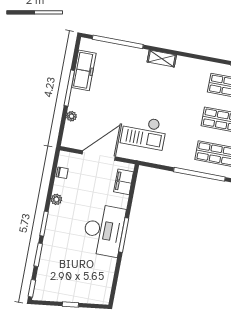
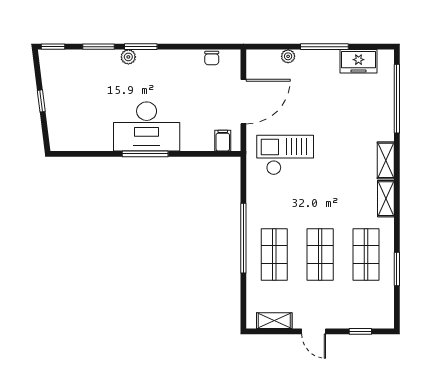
shelving: (190, 64) -> (386, 199), added
freezer: (84, 70) -> (359, 61), width x0.71
checkout: (144, 132) -> (285, 155), turned 90
door: (99, 155) -> (243, 102), hinge flipped
filing cabinet: (124, 182) -> (223, 141), width x0.50
plant: (56, 199) -> (128, 57), moved

